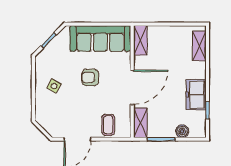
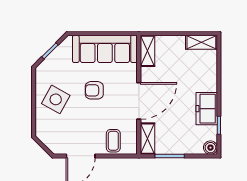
shelving: (199, 46) -> (201, 42), moved, turned 90
side table: (54, 86) -> (56, 99), width x1.87, depth x1.87
boiler: (182, 131) -> (210, 148), moved

